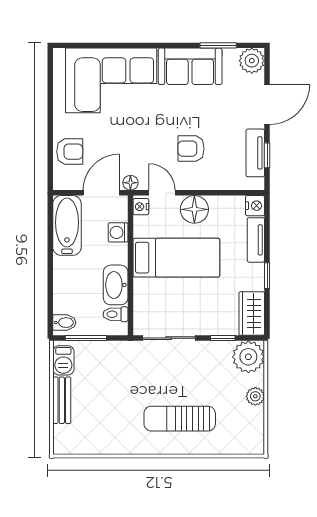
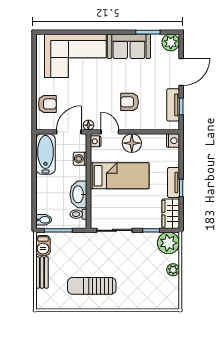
tv unit: (256, 240) -> (173, 183), moved
sun lounger: (180, 419) -> (92, 286), moved

